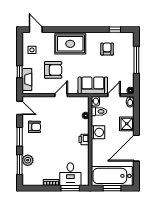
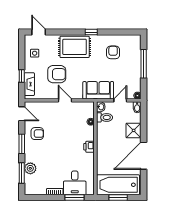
window: (115, 30) -> (91, 32), moved
door: (61, 95) -> (65, 100), hinge flipped
washing machine: (98, 132) -> (104, 139), removed

